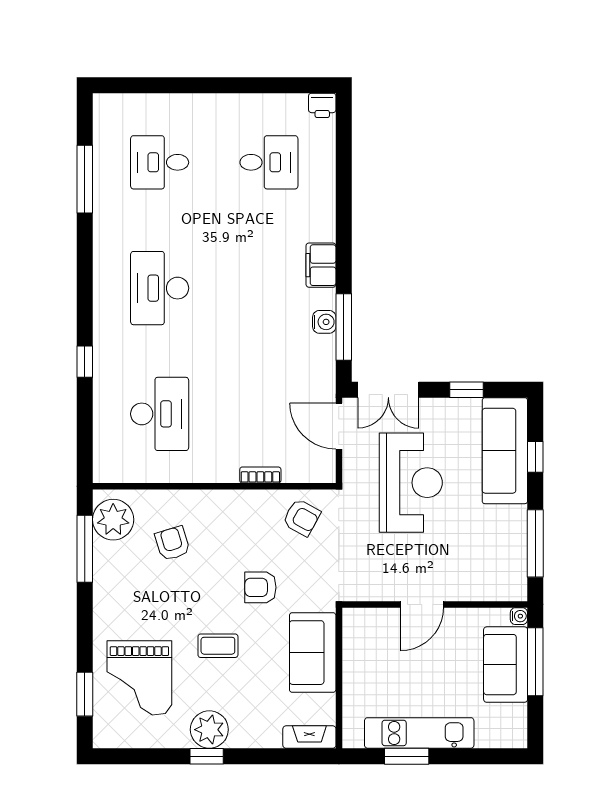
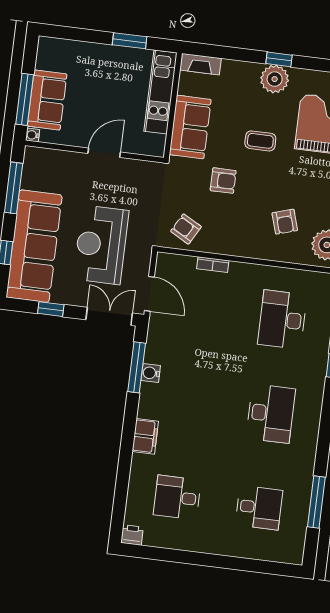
filing cabinet: (321, 265) -> (145, 436), moved
sofa: (505, 451) -> (34, 246), width x1.36, depth x1.27
kitchen unit: (419, 733) -> (161, 92), moved, turned 90

